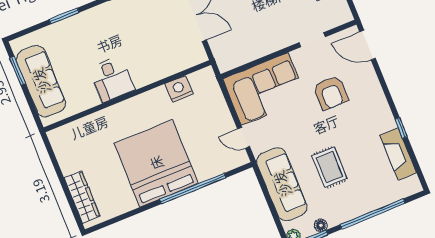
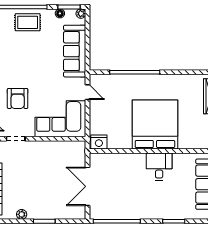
nightstand: (179, 89) -> (99, 142), moved
armchair: (331, 93) -> (18, 99), turned 180
bed: (156, 163) -> (155, 125), moved, turned 180
rug: (330, 167) -> (28, 22), moved, turned 90

